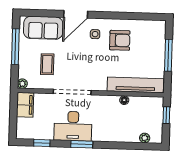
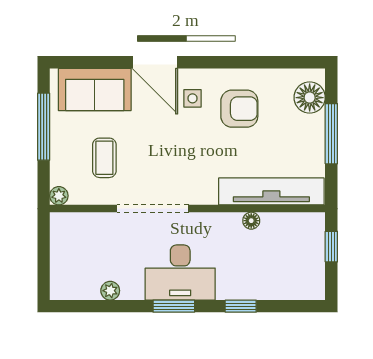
door: (76, 14) -> (155, 62), hinge flipped
floor lamp: (157, 36) -> (310, 98), added
filing cabinet: (25, 105) -> (65, 235), removed
desk: (73, 126) -> (180, 273), moved
plant: (145, 138) -> (110, 291), moved
window: (42, 143) -> (241, 306), moved

